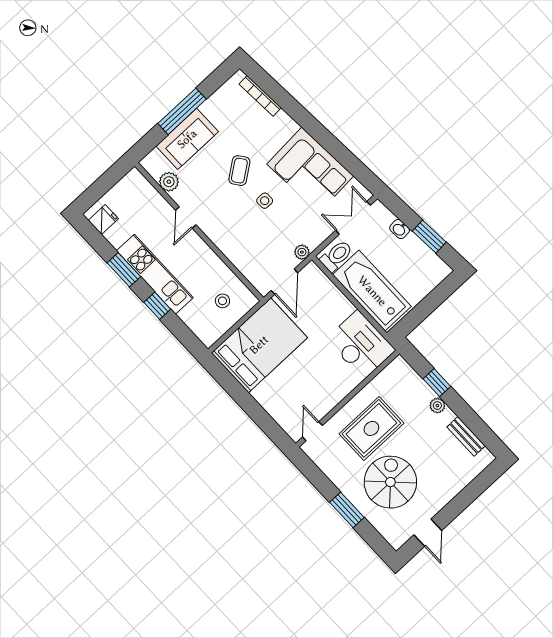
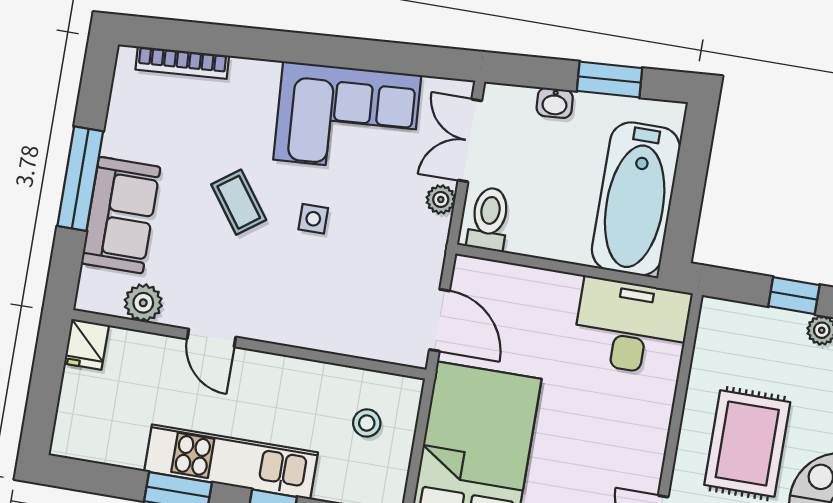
fridge: (103, 220) -> (86, 344), moved, turned 180
plant: (302, 252) -> (441, 199), moved
bathtub: (372, 291) -> (636, 199), moved, turned -90

